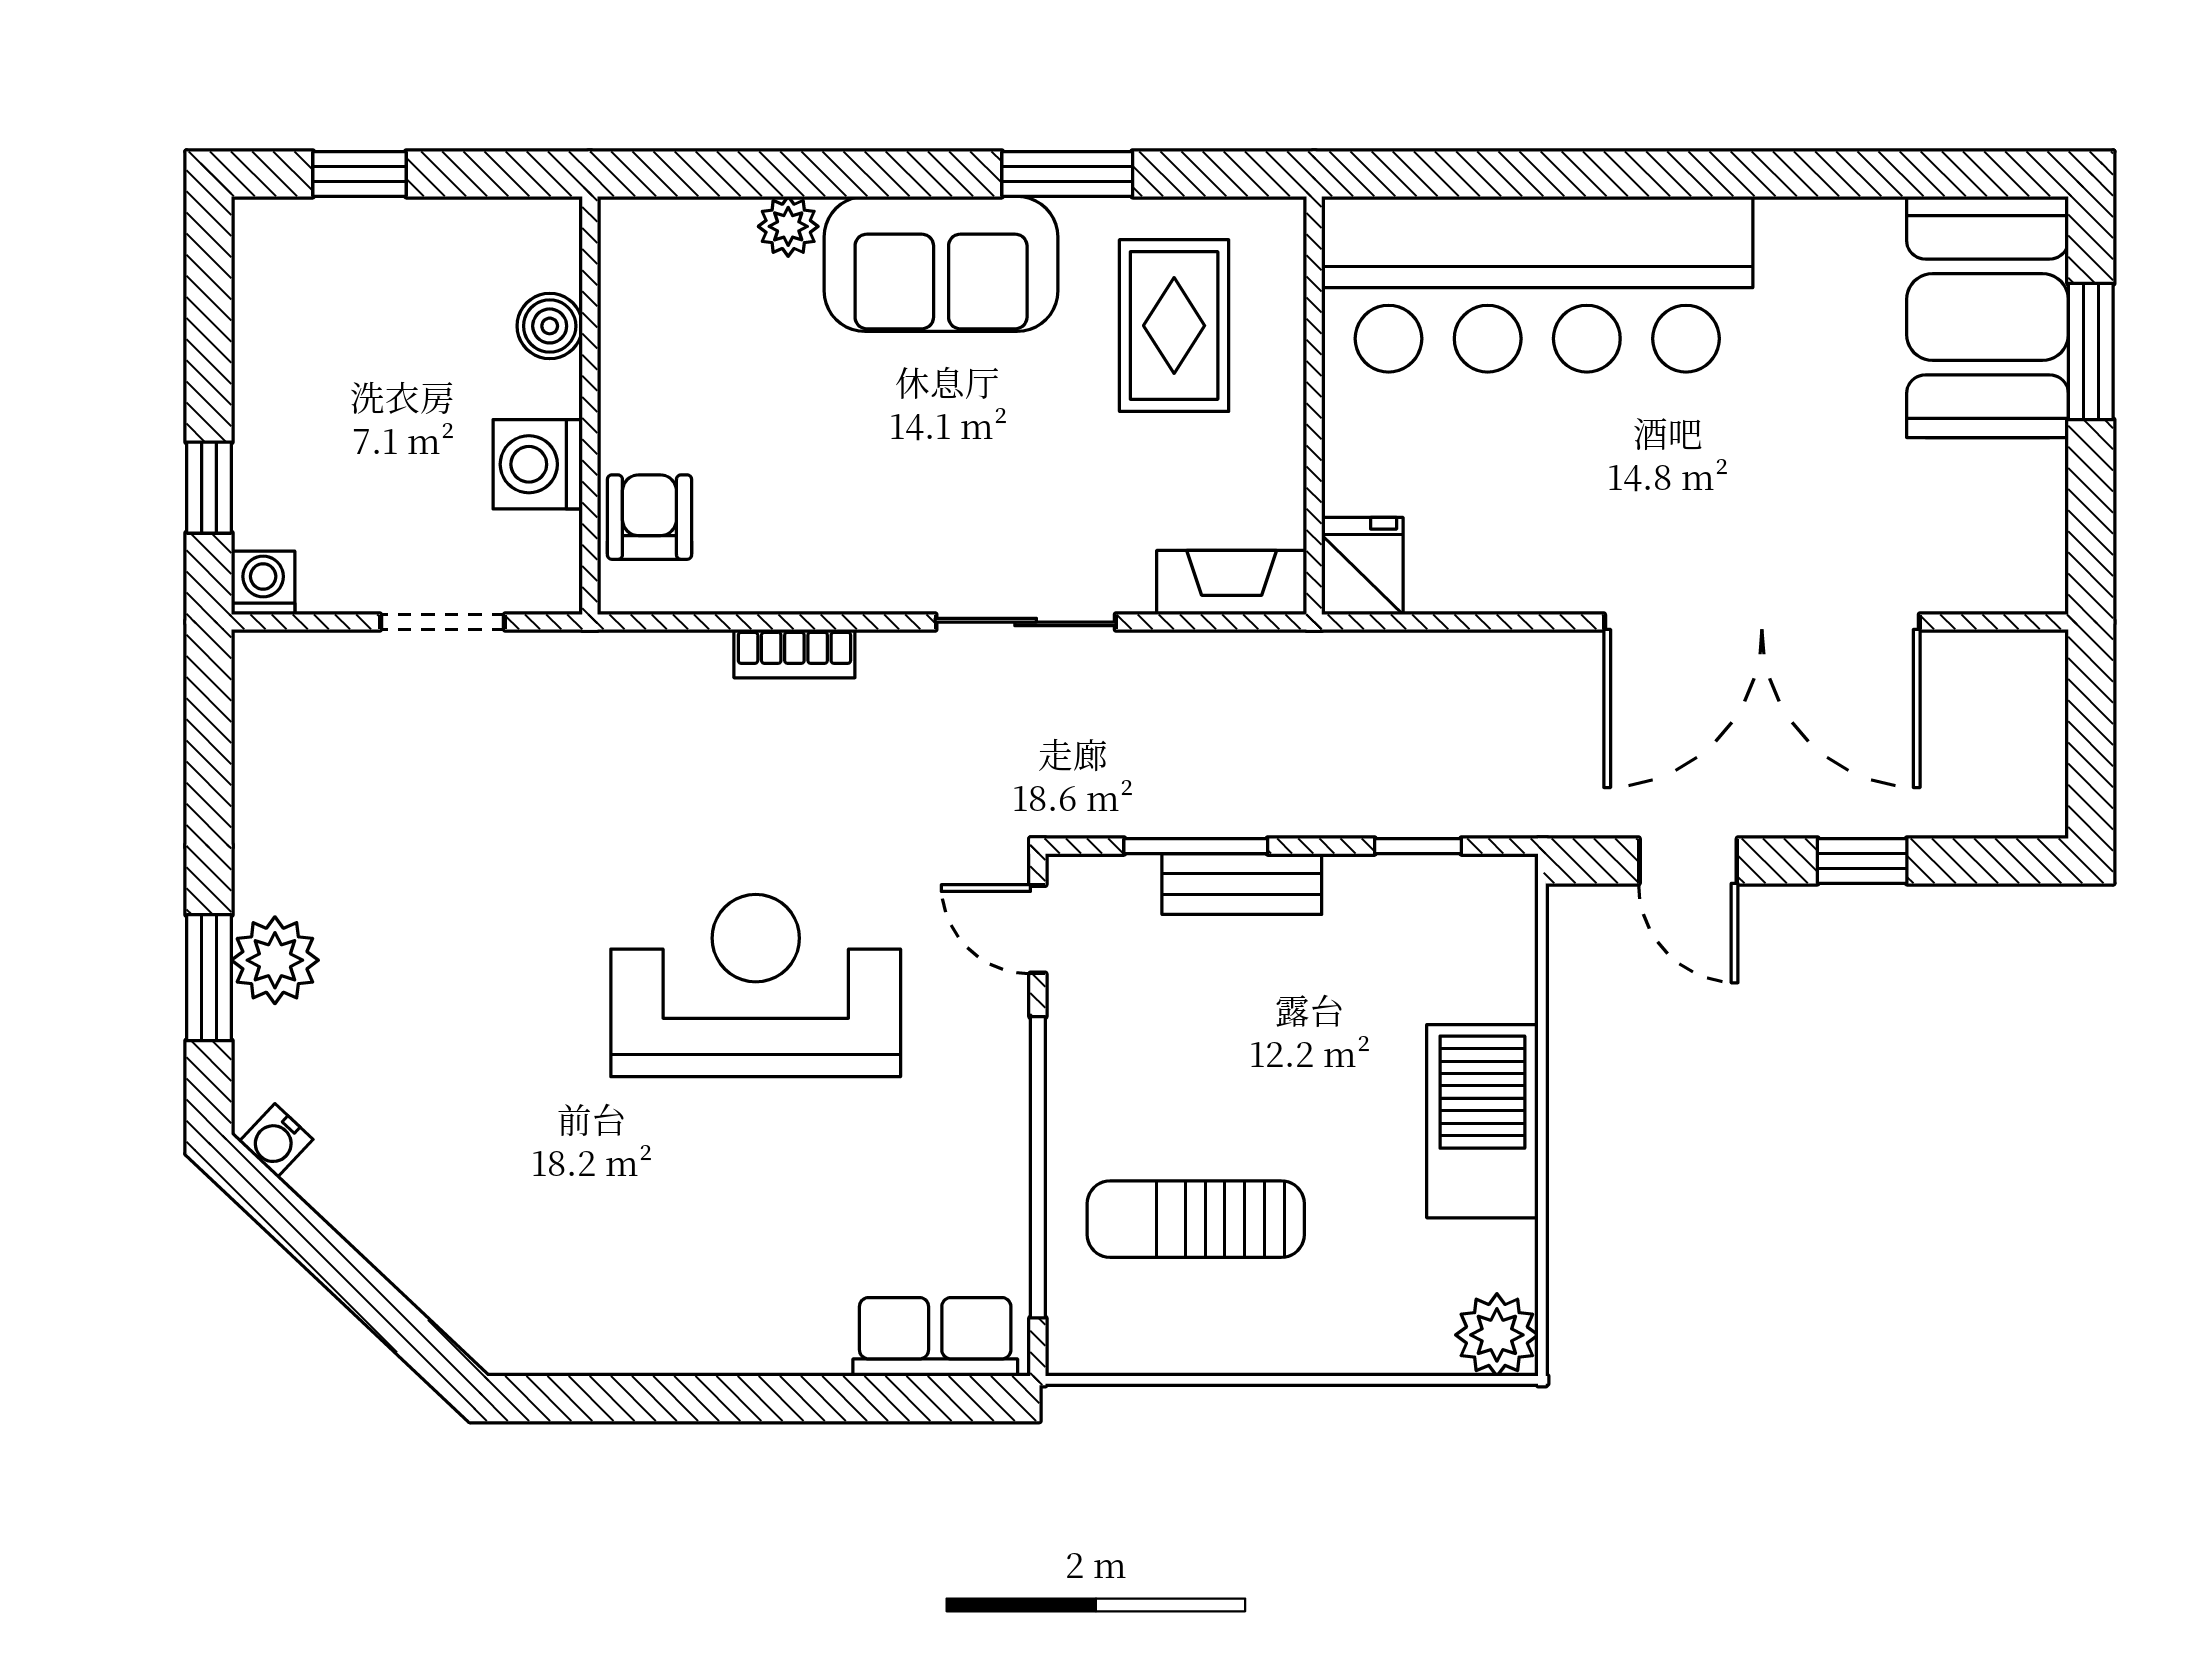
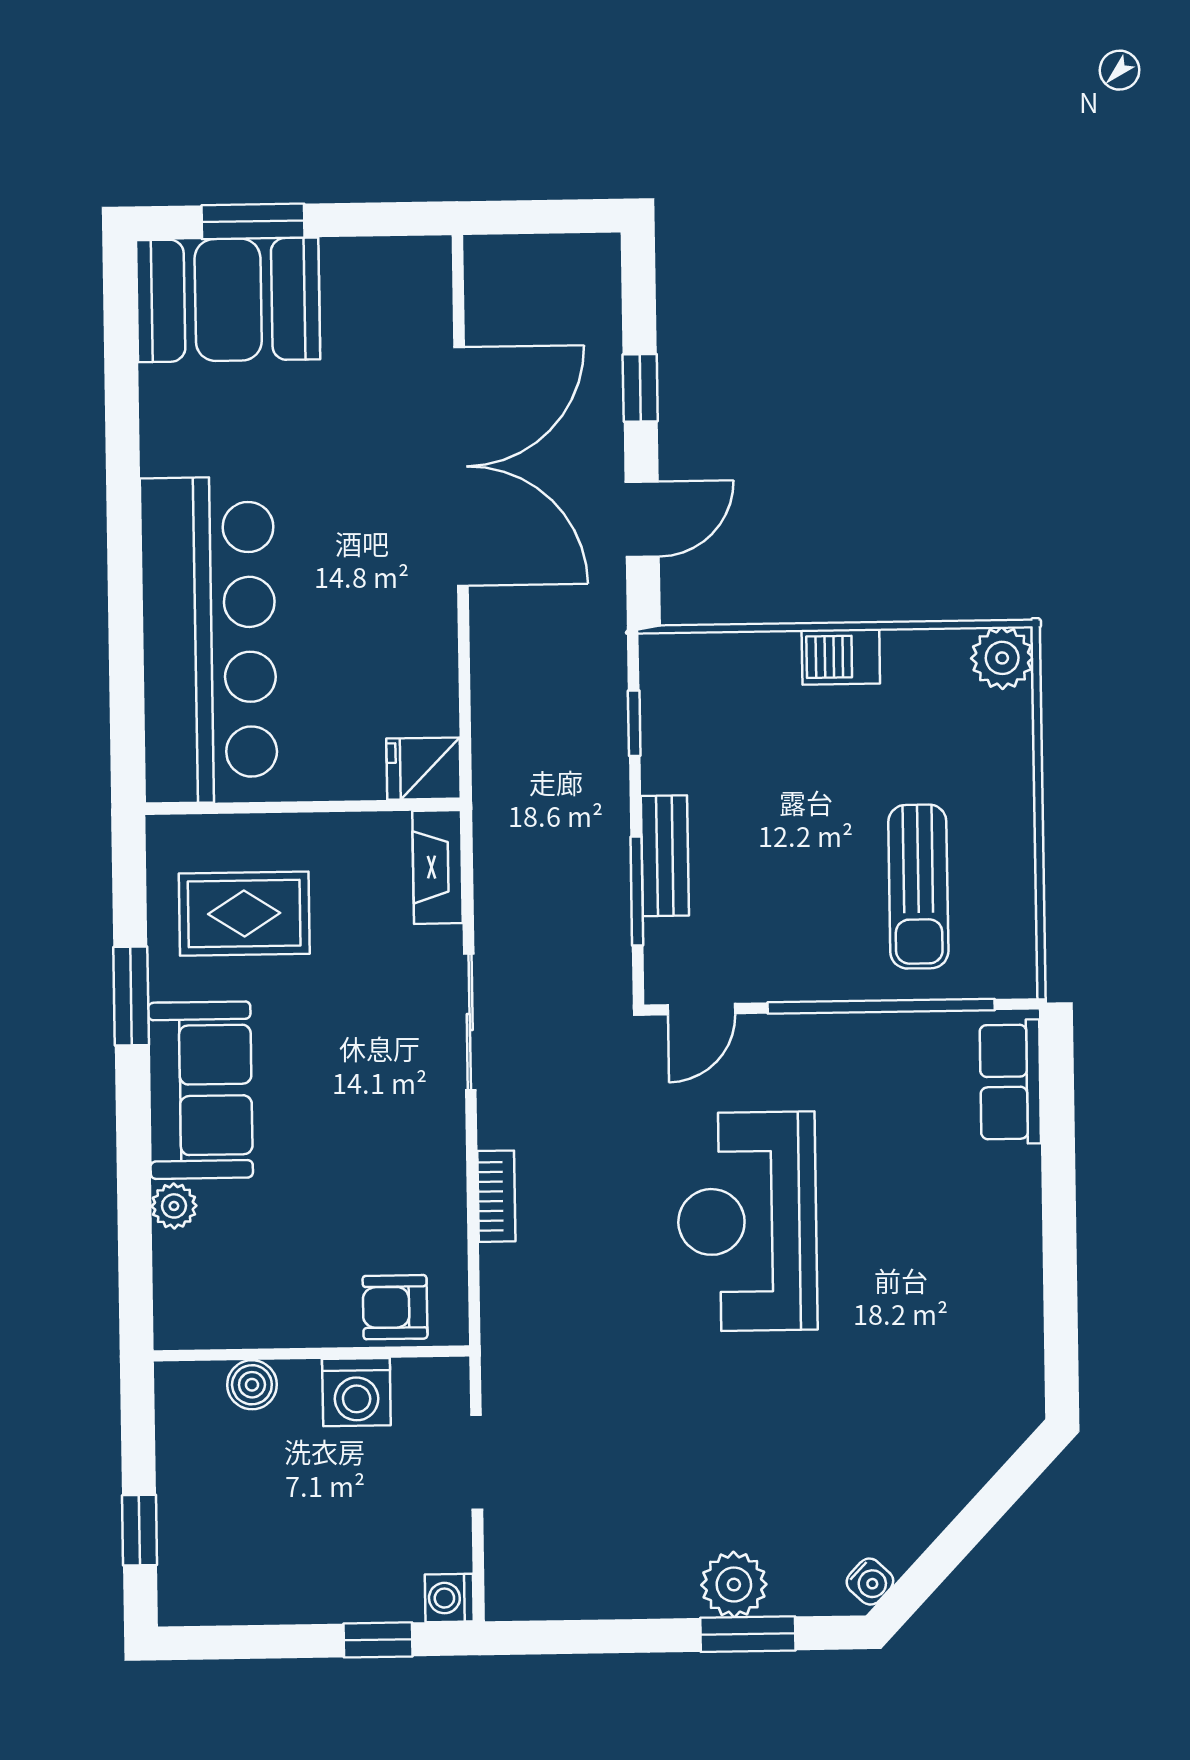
barbecue: (1482, 1121) -> (841, 657), width x0.53, depth x0.65

